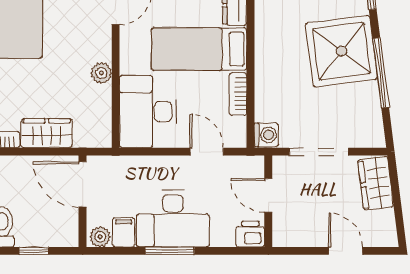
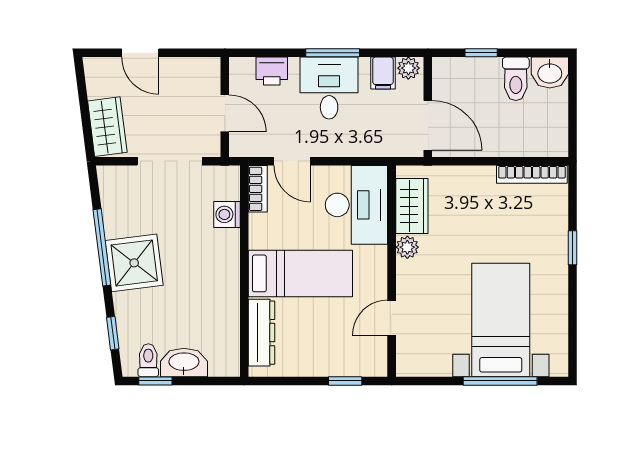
shower: (341, 51) -> (134, 263), width x0.73, depth x0.73
bookcase: (238, 94) -> (258, 189), moved
wardrobe: (47, 133) -> (412, 206), moved, turned -90
washing machine: (266, 135) -> (227, 214), moved
desk: (173, 219) -> (329, 88), width x0.73
printer: (250, 234) -> (272, 71), moved

